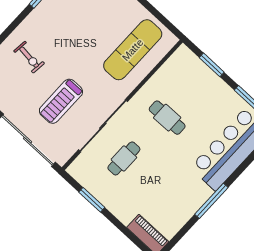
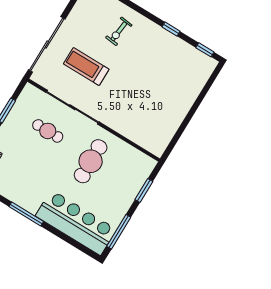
exercise mat: (133, 50) -> (143, 120), removed
cafe table: (167, 118) -> (91, 161), width x1.37, depth x1.35

